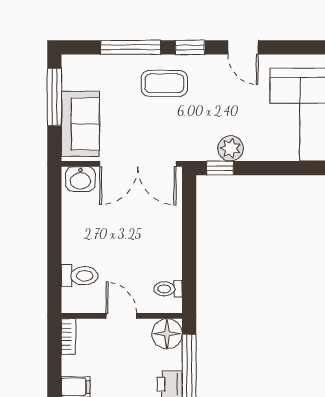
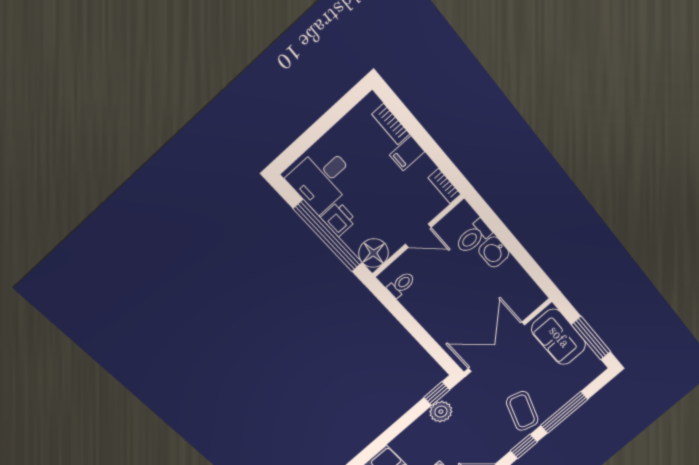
coffee table: (164, 83) -> (522, 411), turned -72
washbasin: (80, 179) -> (494, 252), moved, turned -90

